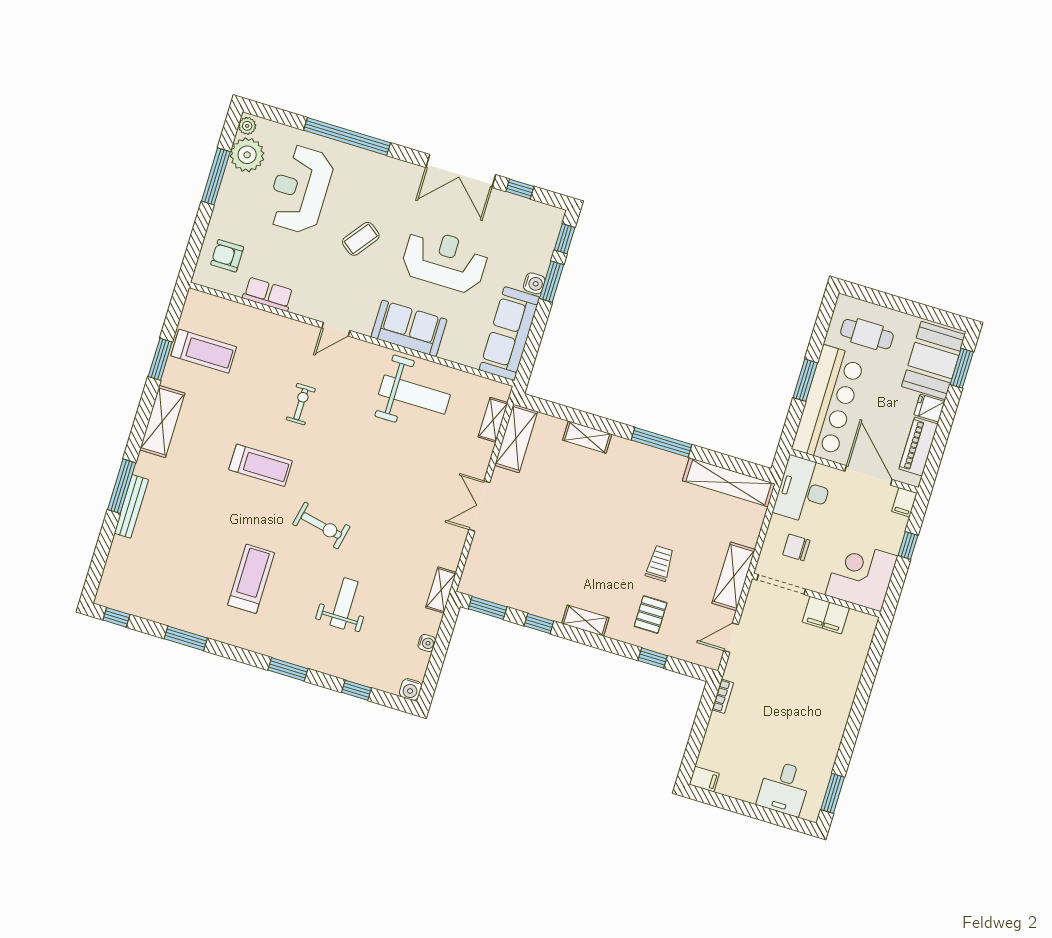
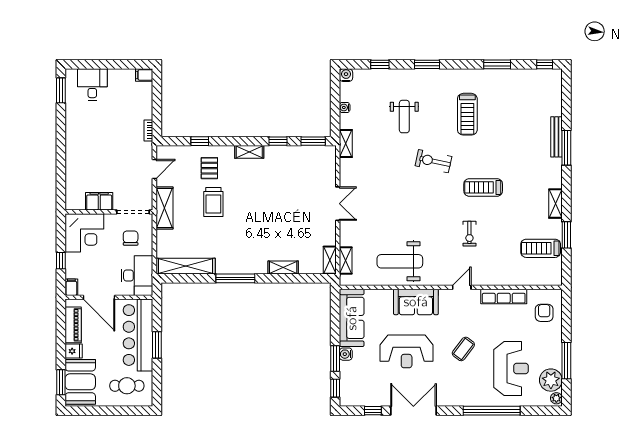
armchair: (227, 256) -> (544, 313), turned -90
row of seats: (268, 294) -> (504, 296), width x1.48
shelving: (162, 421) -> (555, 204), width x0.67, depth x0.75
shelving: (516, 438) -> (330, 260), width x0.67, depth x0.75
chair: (796, 547) -> (131, 238), turned -90
trolley: (660, 563) -> (213, 202), width x1.36, depth x1.39

